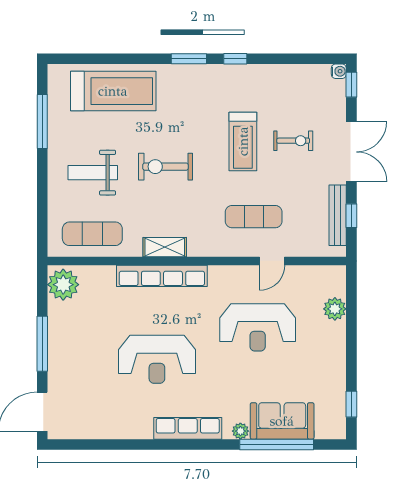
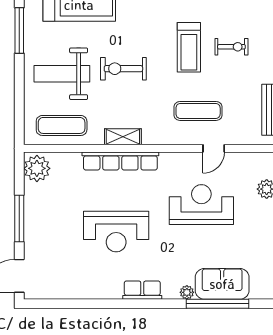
weight bench: (93, 173) -> (62, 74), width x1.36, depth x1.33
reception desk: (258, 327) -> (201, 205), turned 180
row of seats: (188, 428) -> (142, 290), width x0.68

